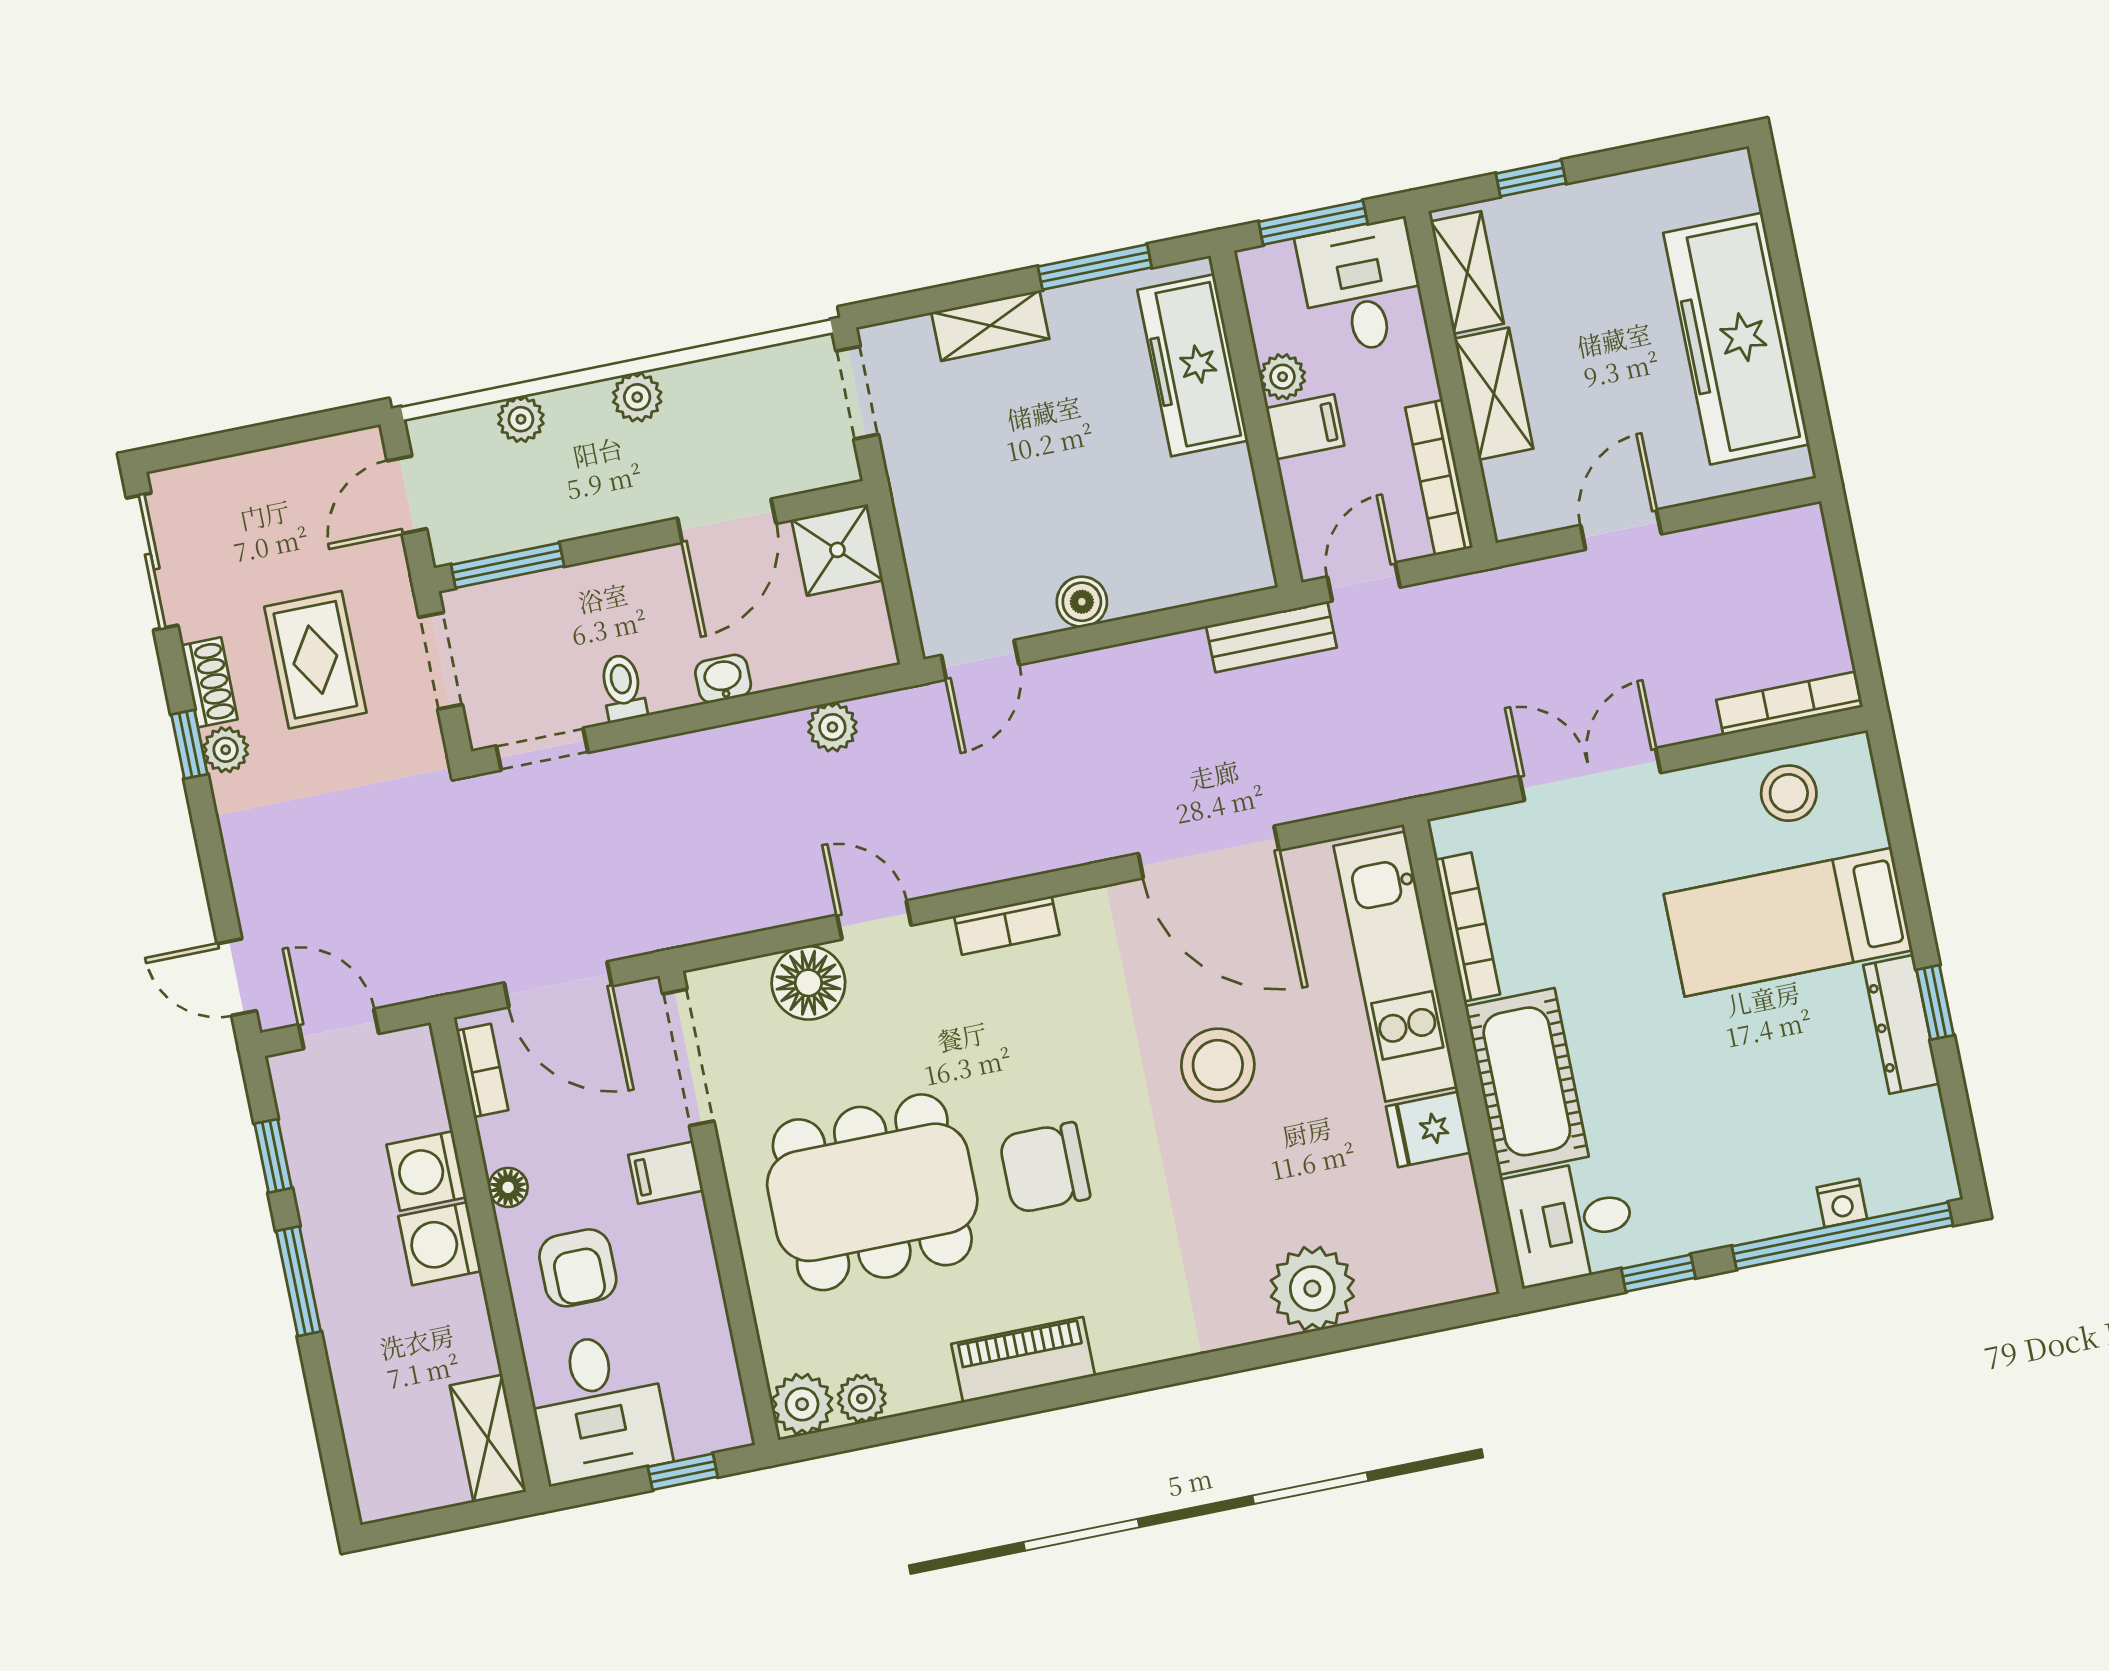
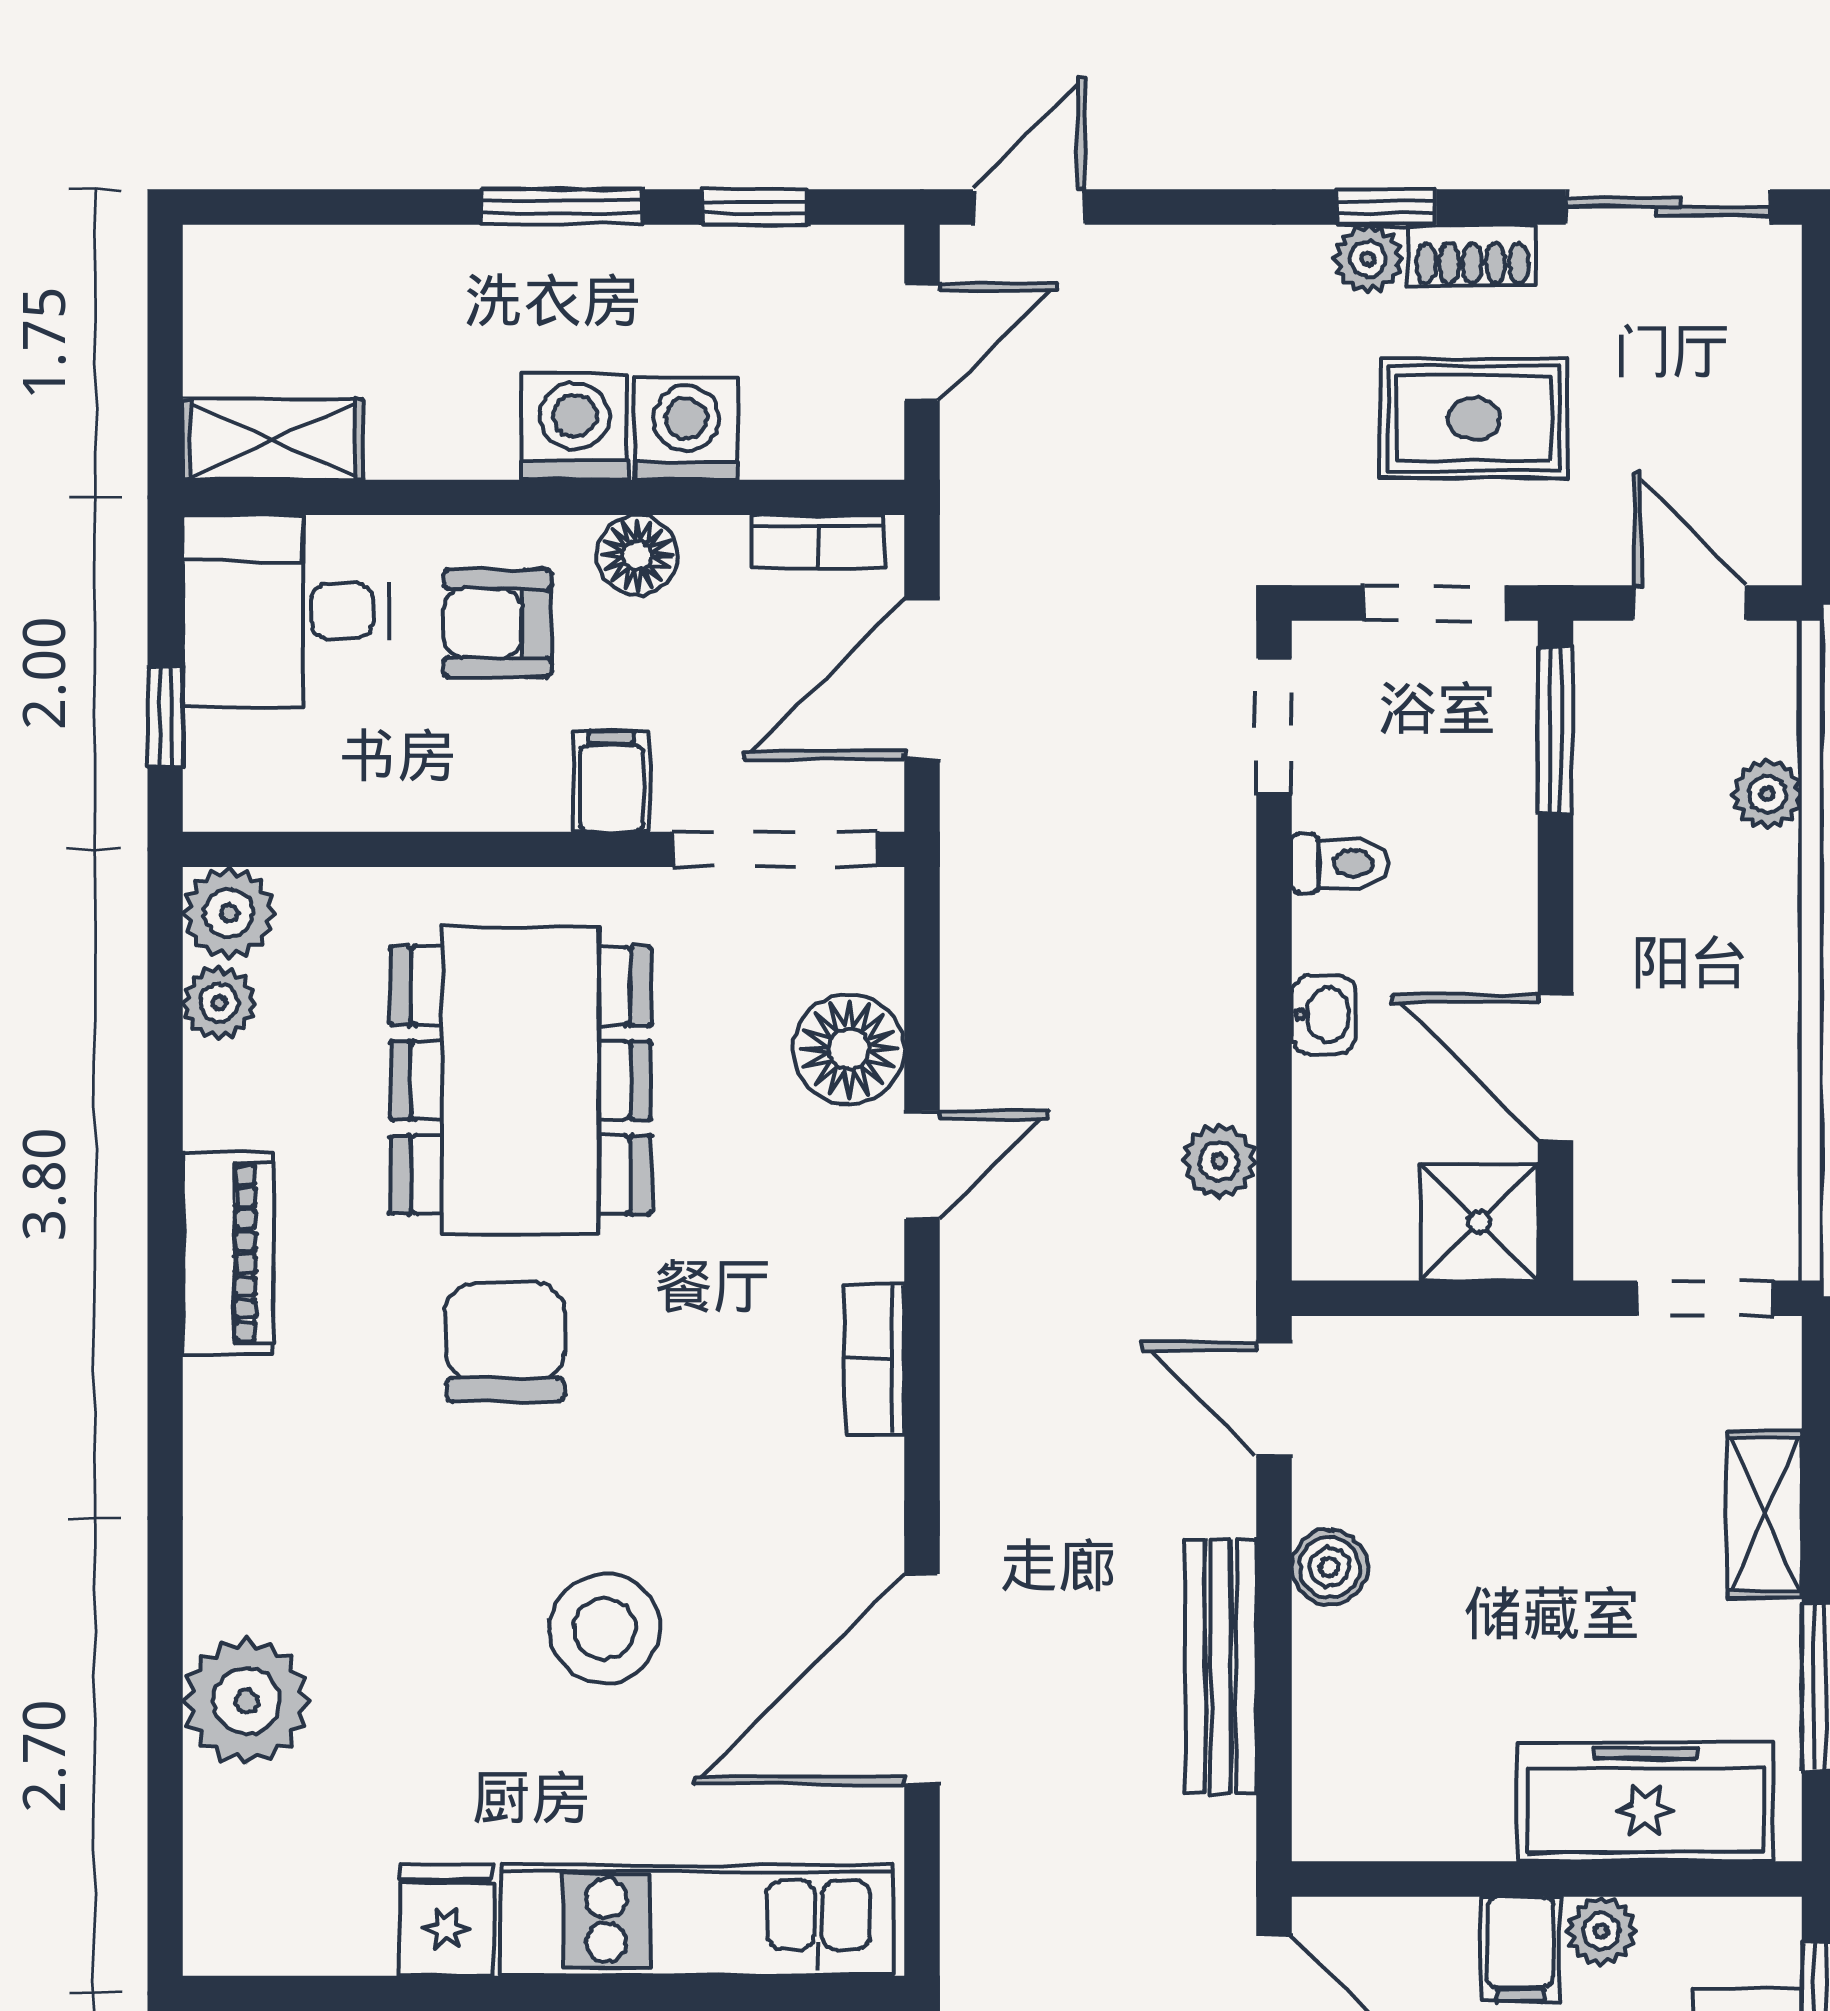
plant: (637, 397) -> (1765, 972), removed
bench: (1271, 637) -> (1221, 1666), moved, width x1.36
floor lamp: (508, 1187) -> (637, 555), width x1.37, depth x1.37

